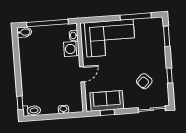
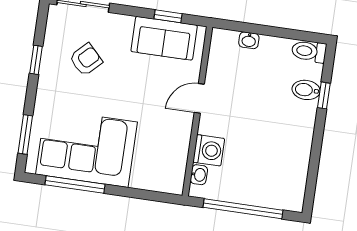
bidet: (24, 32) -> (306, 90), moved
corner sofa: (110, 38) -> (87, 148), moved
window: (20, 103) -> (324, 95), moved

